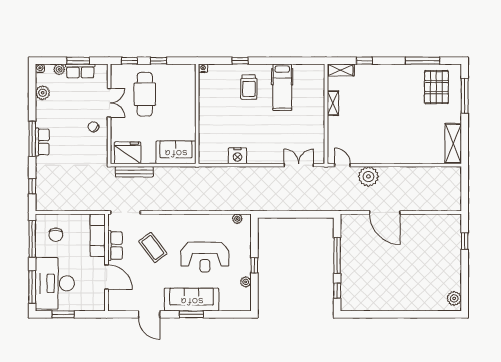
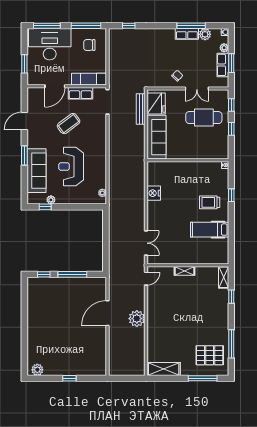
shelving: (333, 103) -> (184, 271), moved
window: (32, 139) -> (191, 26), moved
row of seats: (42, 142) -> (187, 34), moved
sofa: (176, 152) -> (156, 137), width x1.36
plant: (368, 177) -> (137, 319), moved
window: (465, 241) -> (69, 378), moved
coffee table: (153, 247) -> (69, 124), moved
window: (254, 265) -> (45, 207), moved
sofa: (192, 300) -> (36, 171), moved
window: (63, 314) -> (24, 64), moved

